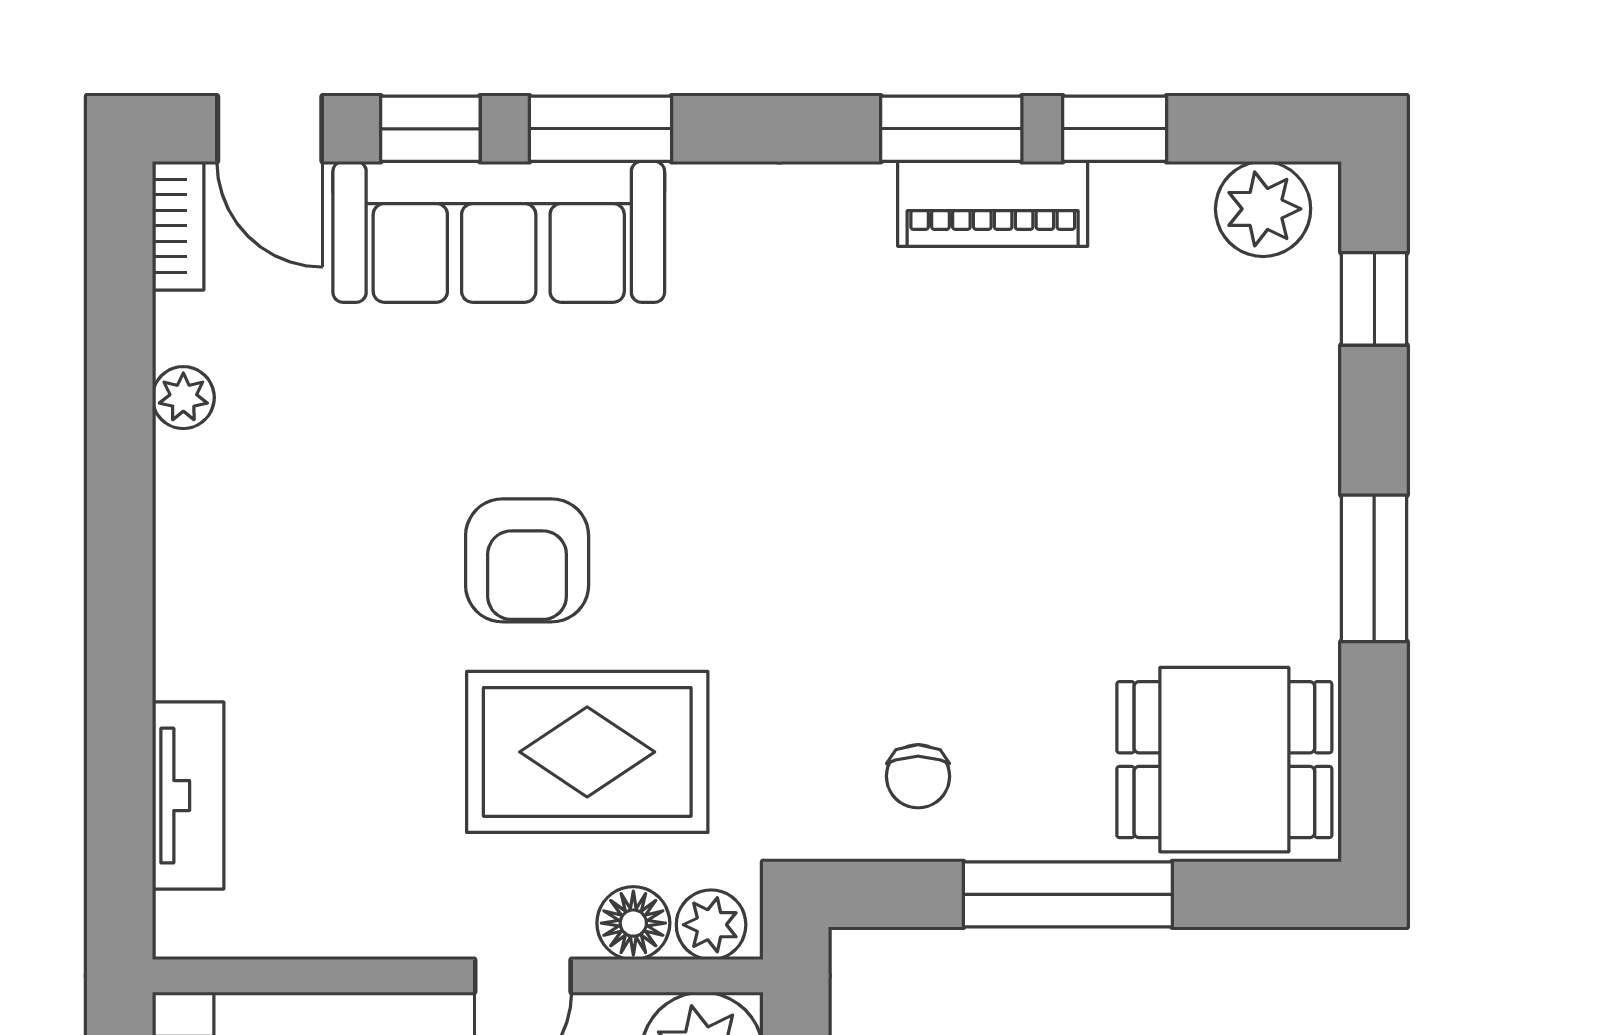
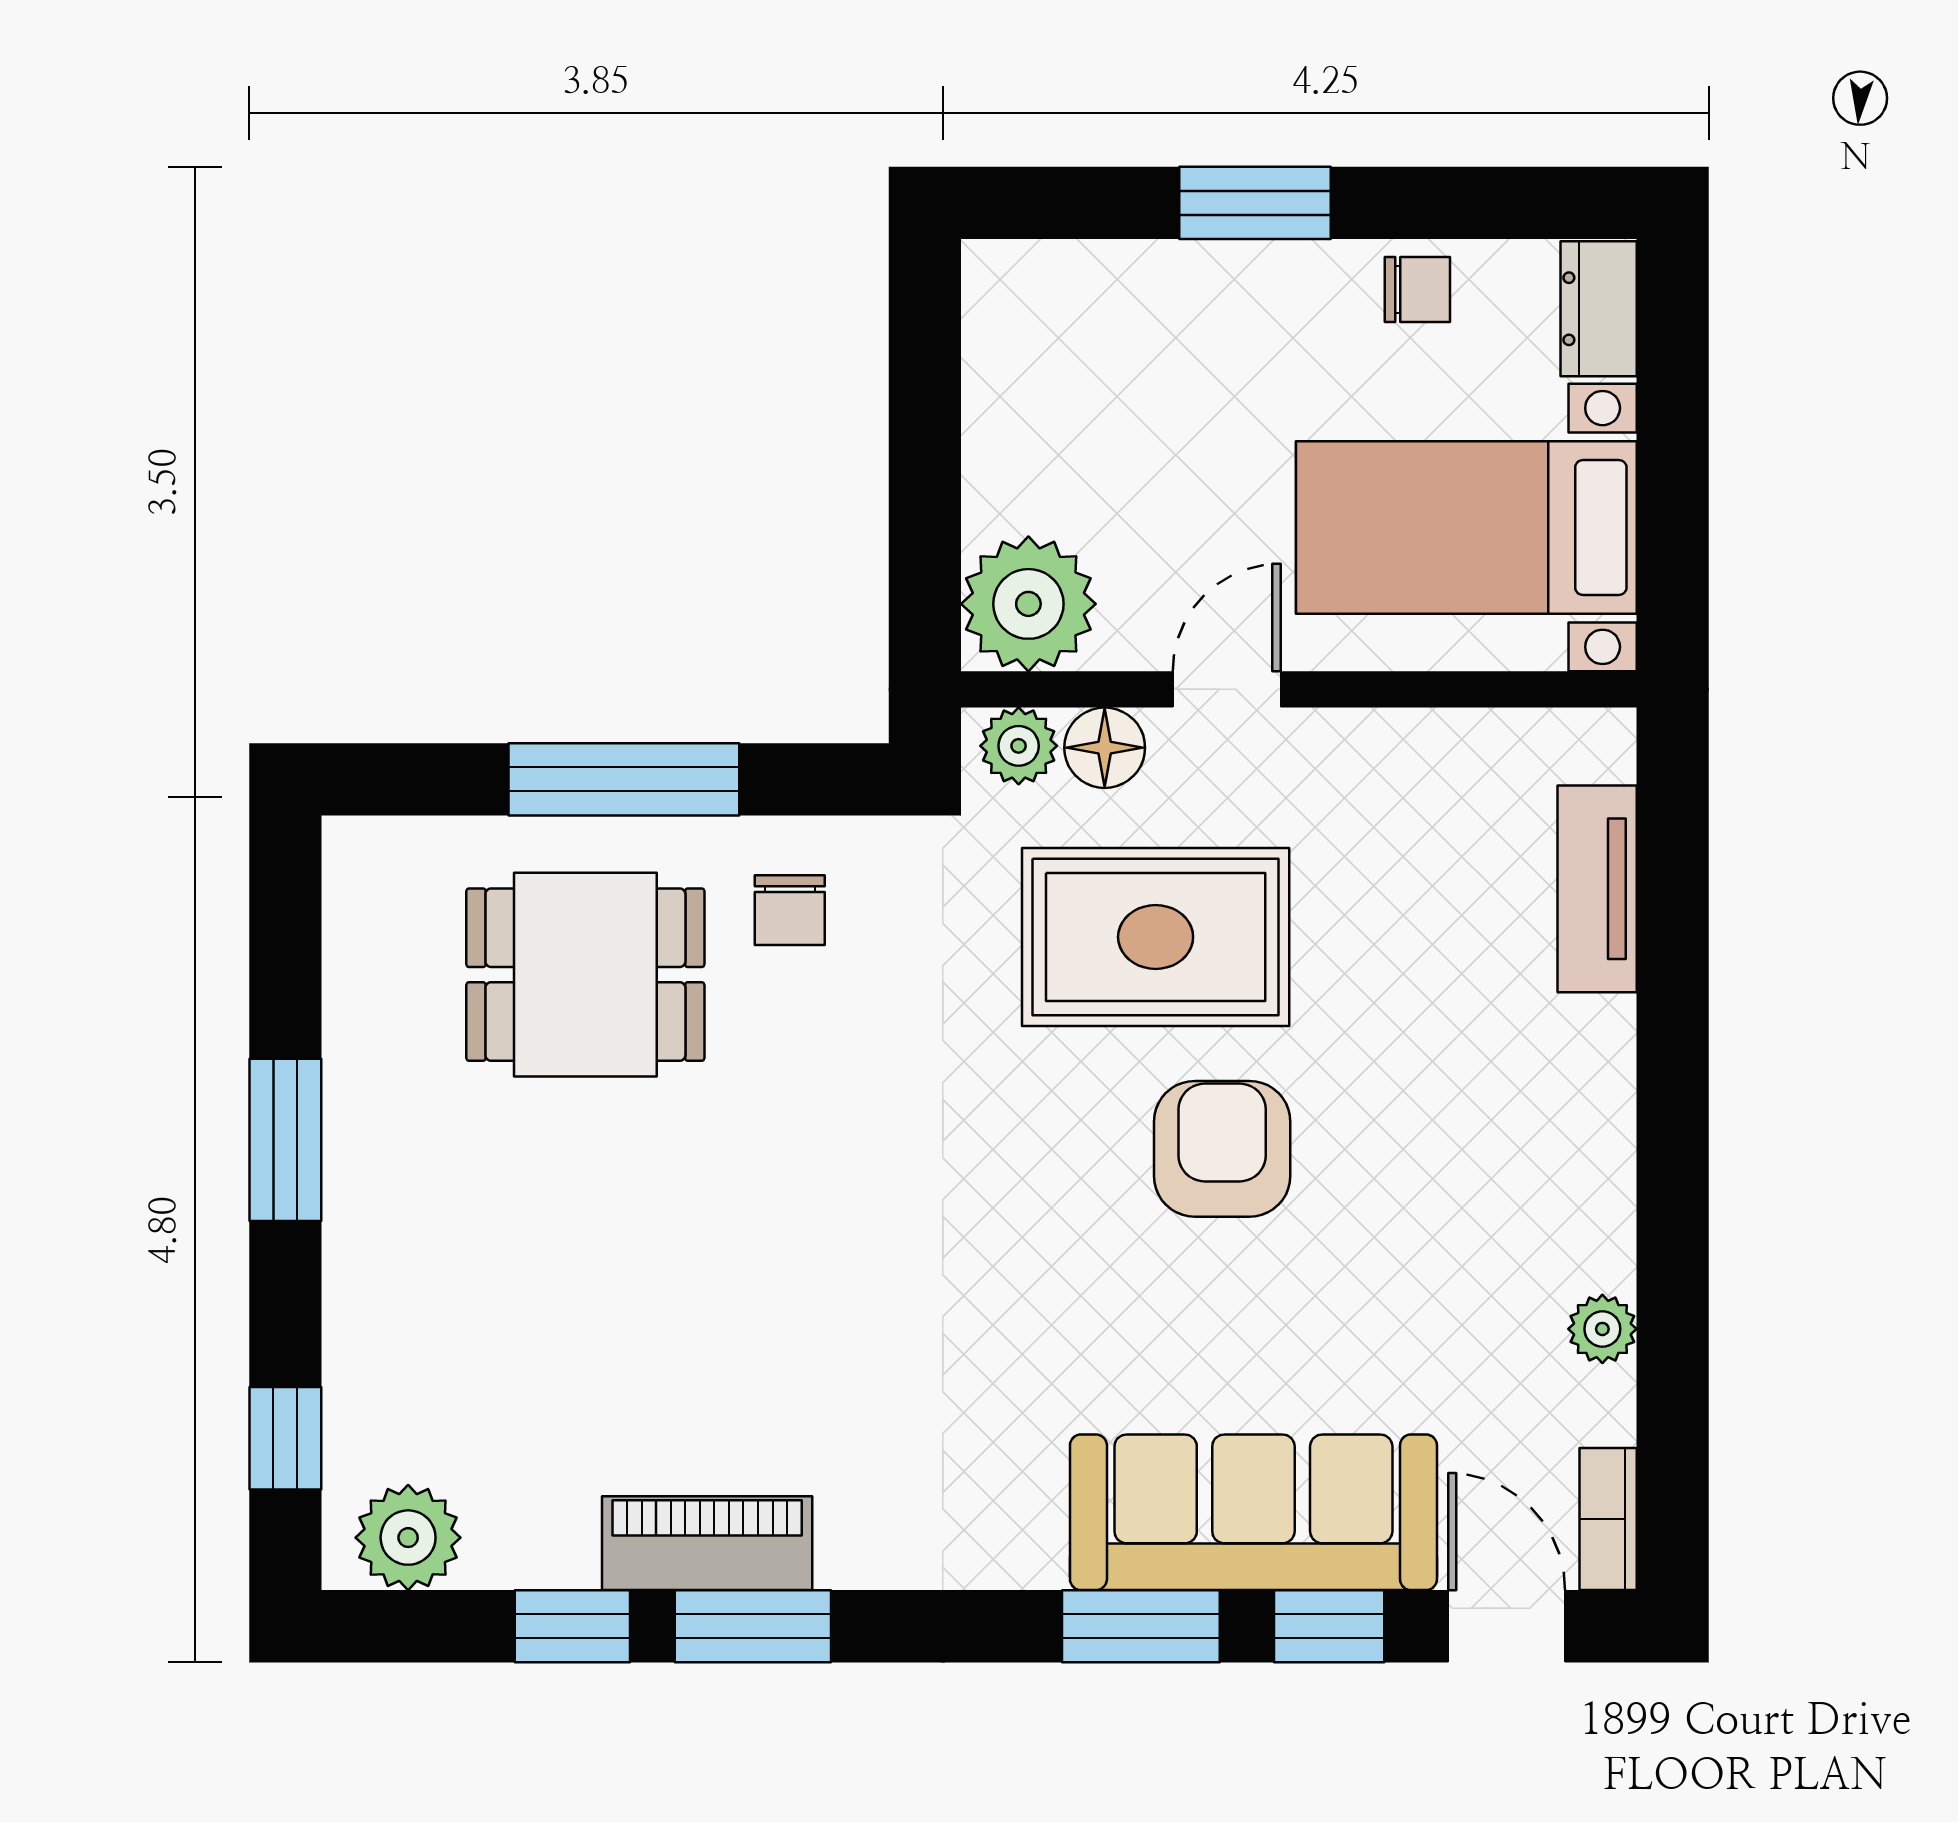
dining table: (1224, 760) -> (585, 975), moved
chair: (918, 776) -> (790, 910), turned 180

